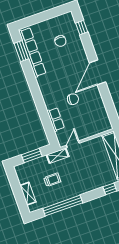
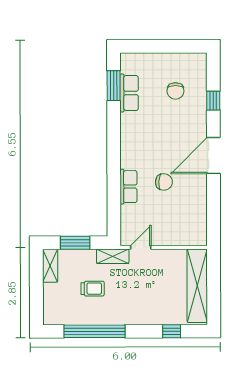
window: (82, 27) -> (213, 101), moved
row of seats: (32, 52) -> (129, 93), width x0.50
row of seats: (56, 119) -> (128, 187), moved
shelving: (28, 194) -> (50, 266), moved

